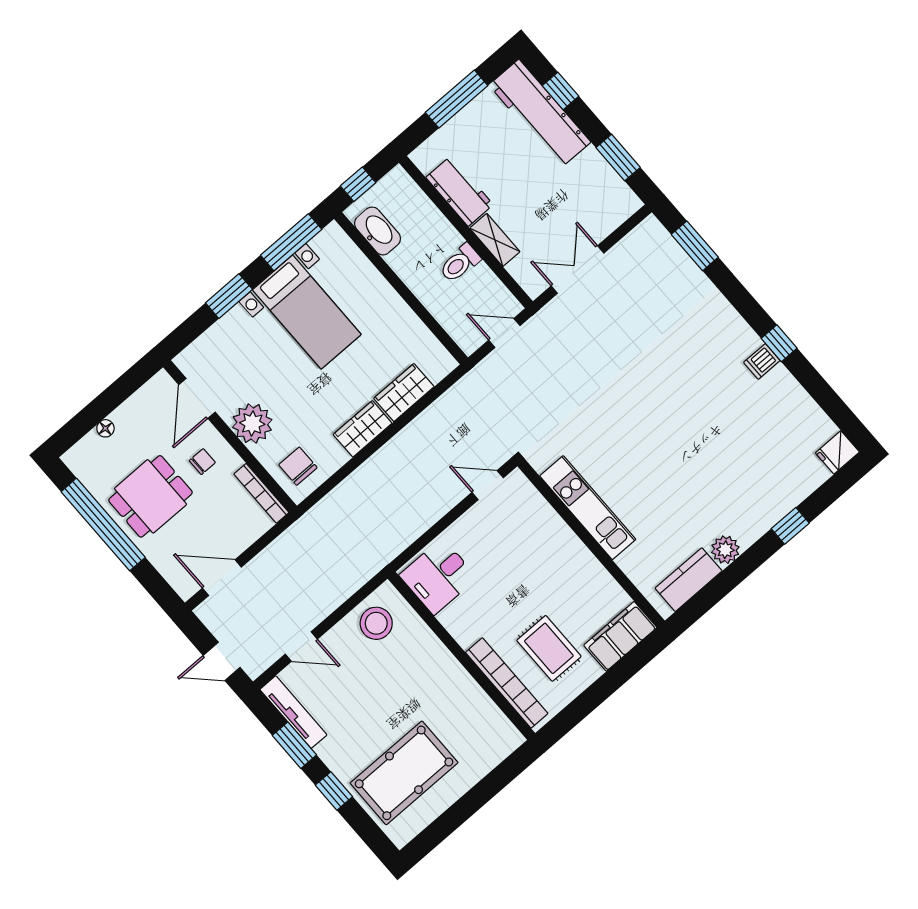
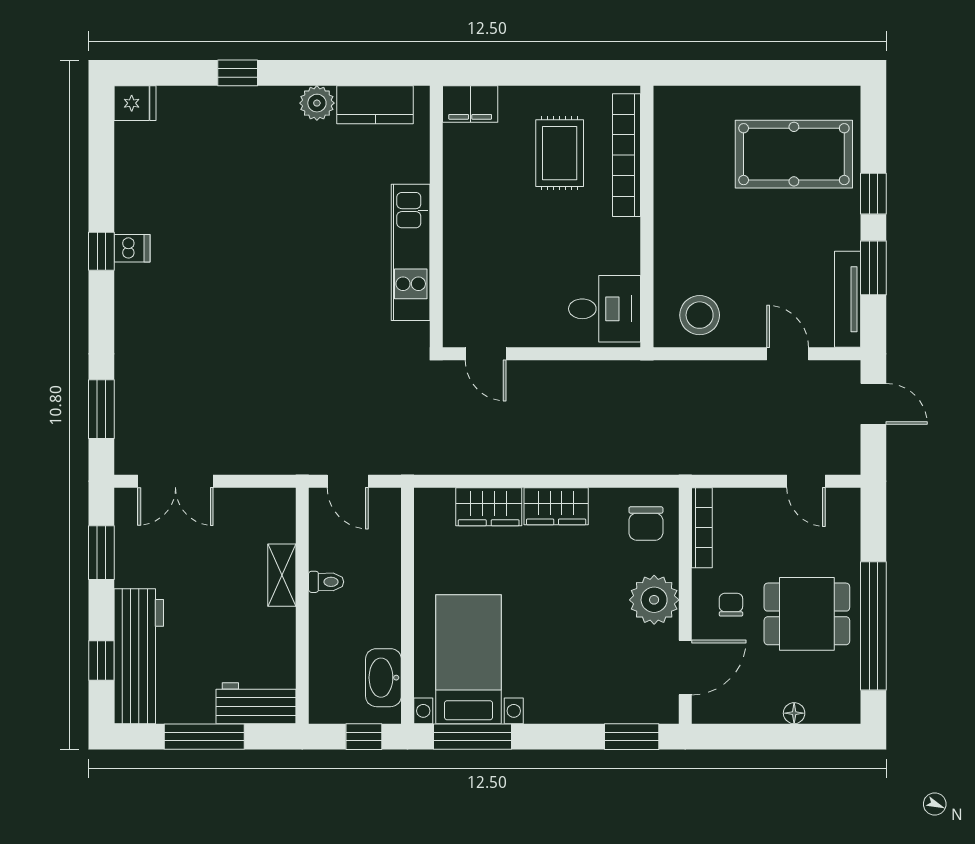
workbench: (460, 191) -> (256, 703), moved, turned 90
toilet: (460, 263) -> (326, 582), width x0.73, depth x0.72
double door: (578, 270) -> (175, 481), moved
window: (229, 296) -> (632, 737), moved
bed with nightstands: (307, 312) -> (468, 659), moved
chair: (202, 462) -> (731, 605), turned 90
door: (222, 578) -> (806, 481), width x0.73
filing cabinet: (620, 636) -> (470, 104), width x0.67, depth x0.86

